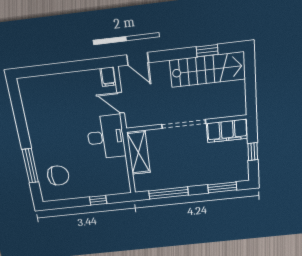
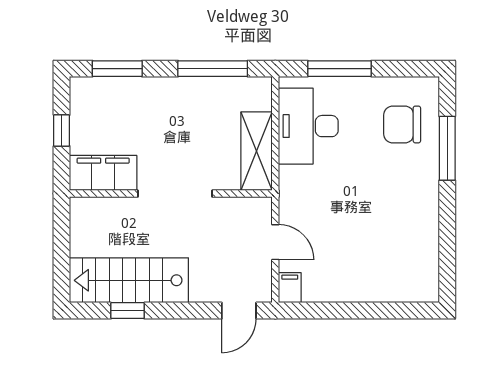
door: (138, 59) -> (239, 311), swing flipped
desk: (106, 137) -> (308, 126), moved
window: (98, 200) -> (339, 69), width x2.17

